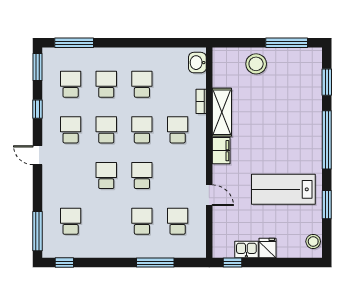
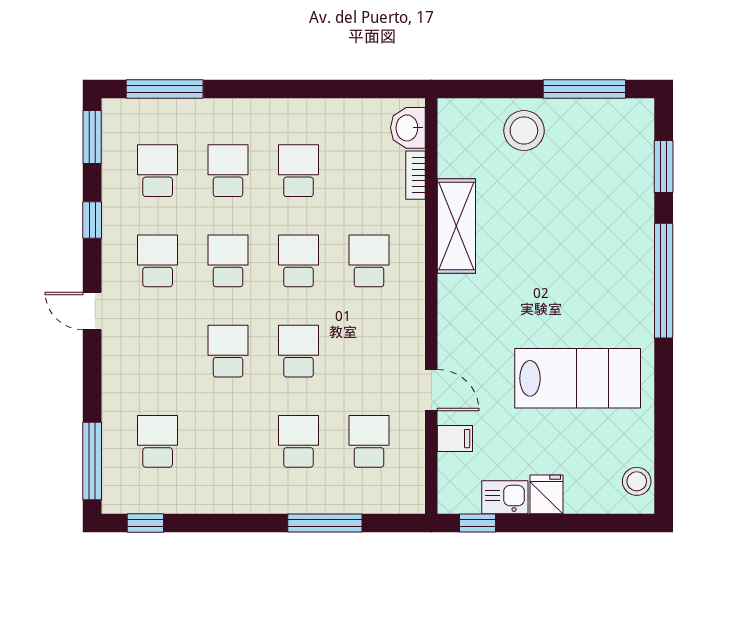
bookcase: (201, 101) -> (416, 175), moved
filing cabinet: (221, 151) -> (455, 439), moved, width x0.50
lab bench: (283, 189) -> (578, 378), turned 180
window: (327, 205) -> (664, 409), removed

